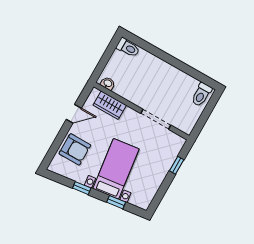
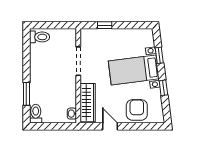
window: (153, 50) -> (26, 94), added
wardrobe: (110, 105) -> (88, 103), width x1.50

